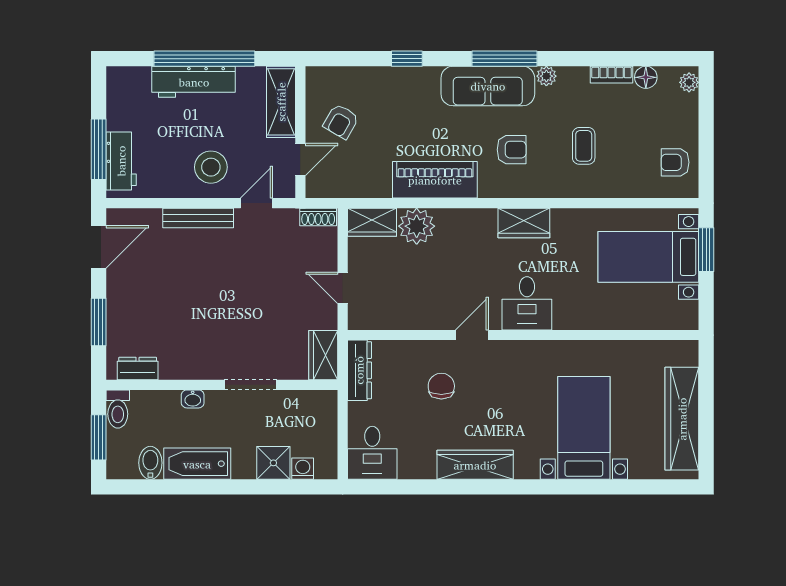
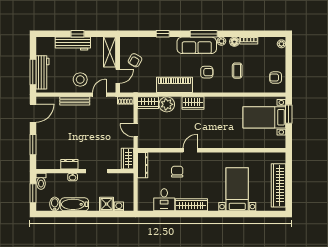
window: (204, 59) -> (77, 34), width x0.32
floor lamp: (646, 77) -> (234, 42), moved
workbench: (121, 161) -> (42, 72), width x1.38
wardrobe: (524, 223) -> (193, 103), moved
desk: (527, 303) -> (213, 137), removed
dresser: (138, 368) -> (69, 164), moved
desk: (372, 453) -> (164, 200), moved

